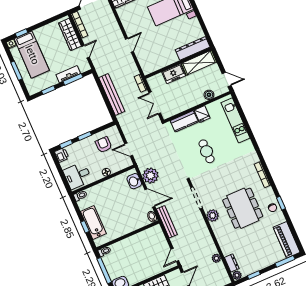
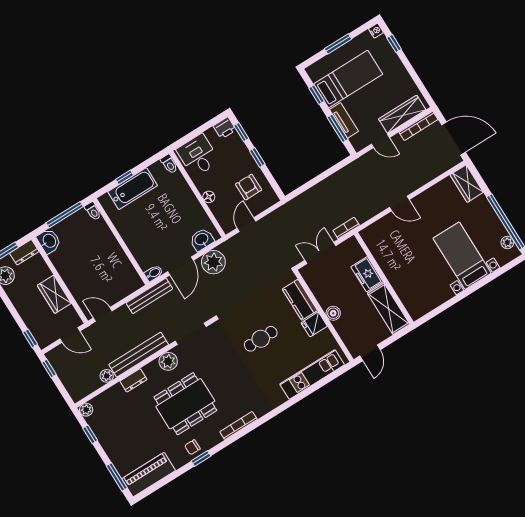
dresser: (193, 48) -> (408, 296), removed
bed: (32, 55) -> (348, 79), moved, turned 180
bench: (112, 95) -> (139, 355), moved
boiler: (209, 95) -> (333, 313), moved
armchair: (104, 145) -> (249, 187), turned -90
dresser: (232, 263) -> (133, 380), moved

